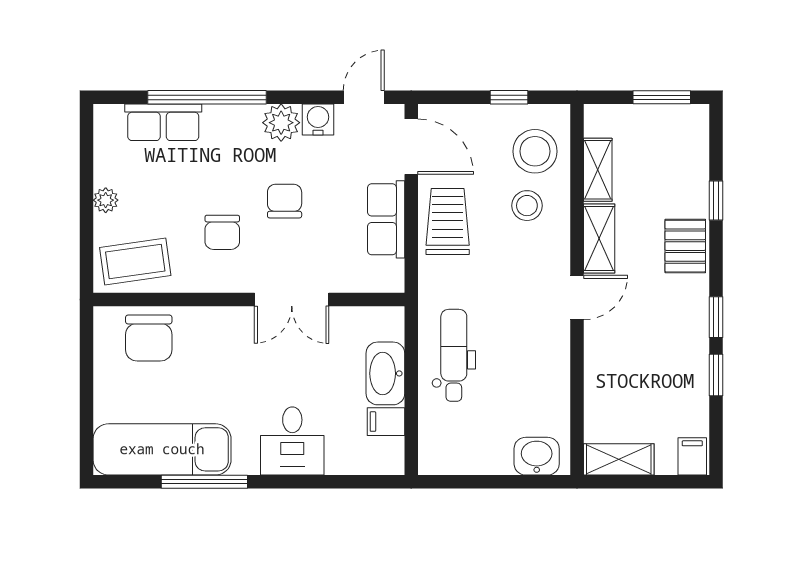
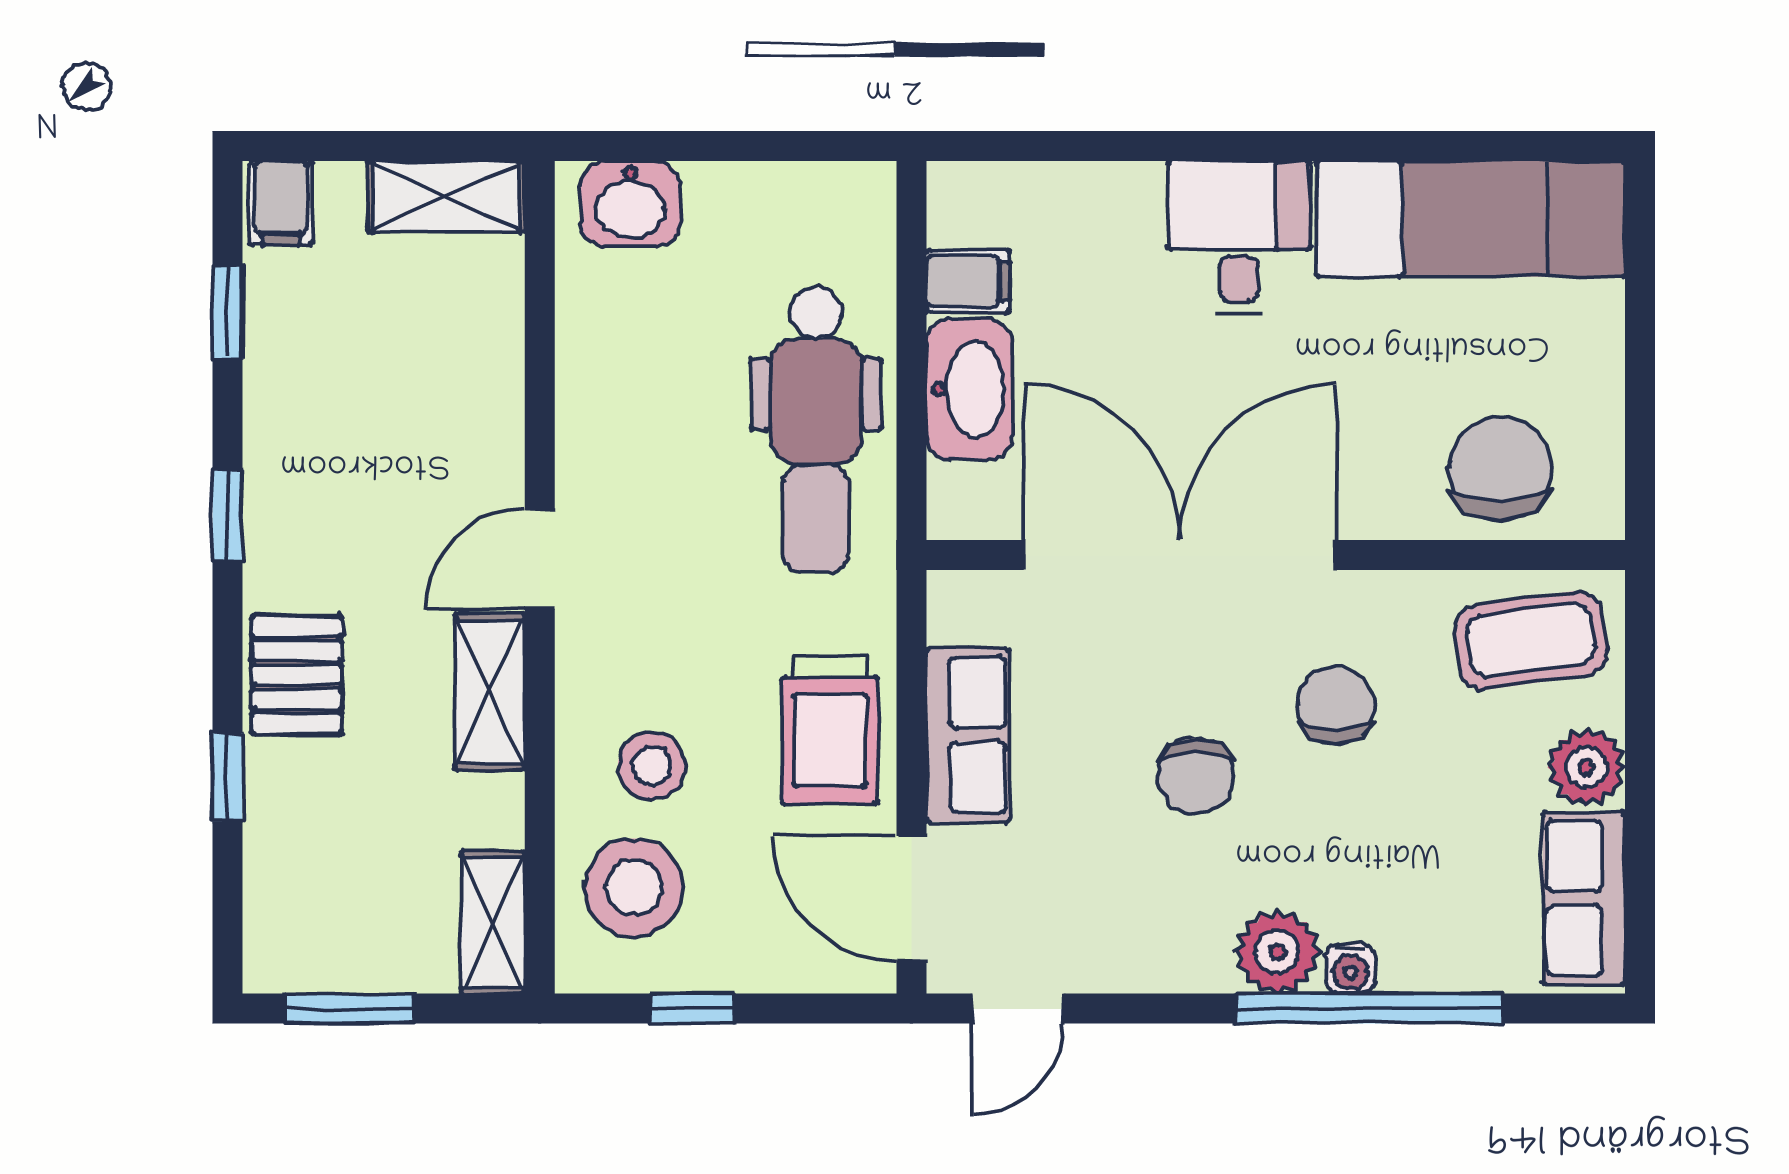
water cooler: (318, 120) -> (1350, 968), moved, width x0.72, depth x0.72
row of seats: (163, 122) -> (1584, 898), moved, turned -90
plant: (281, 123) -> (1277, 952), moved
shelving: (598, 170) -> (493, 923), moved
plant: (106, 200) -> (1586, 767), width x1.38, depth x1.38
double door: (292, 300) -> (1180, 555), width x1.87
dental chair: (454, 355) -> (816, 430), width x1.36, depth x1.38
window: (716, 375) -> (227, 312), moved
desk: (292, 441) -> (1239, 238), moved
window: (204, 482) -> (1375, 146), removed

